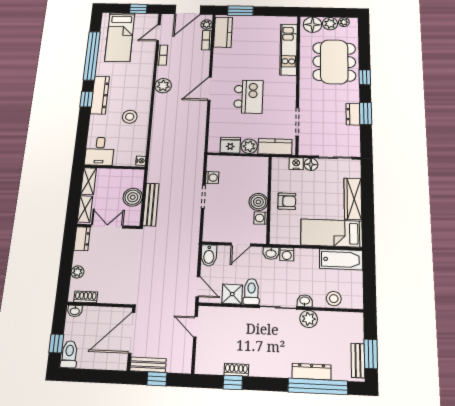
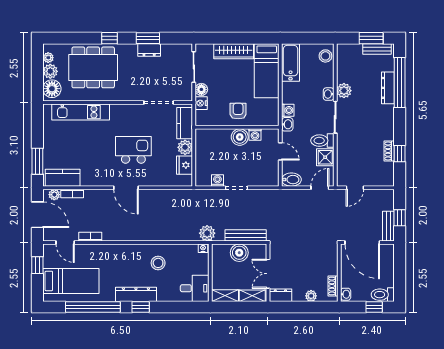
plant: (163, 86) -> (207, 233), moved
stool: (334, 299) -> (325, 56), moved

